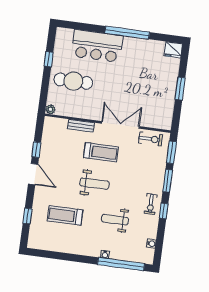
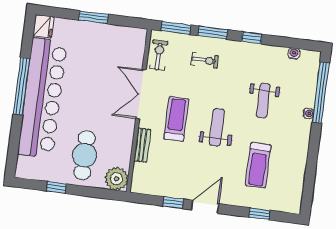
bar counter: (97, 46) -> (42, 98), width x1.86
plant: (50, 109) -> (117, 179), width x1.88, depth x1.88
exercise bike: (151, 204) -> (205, 60), moved

